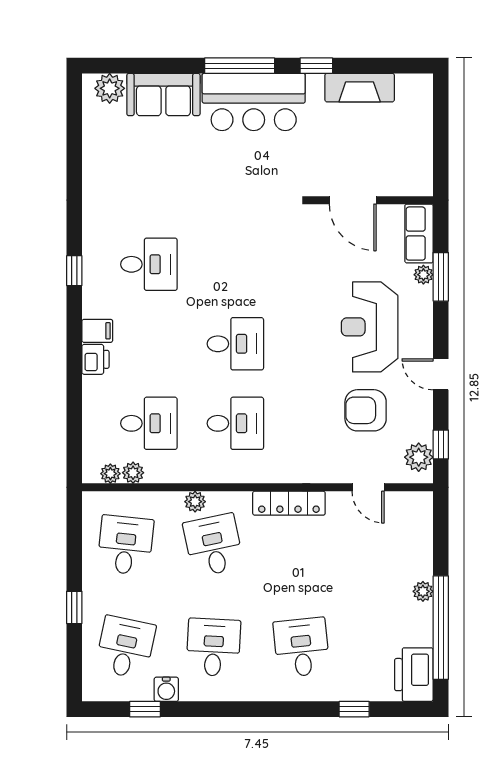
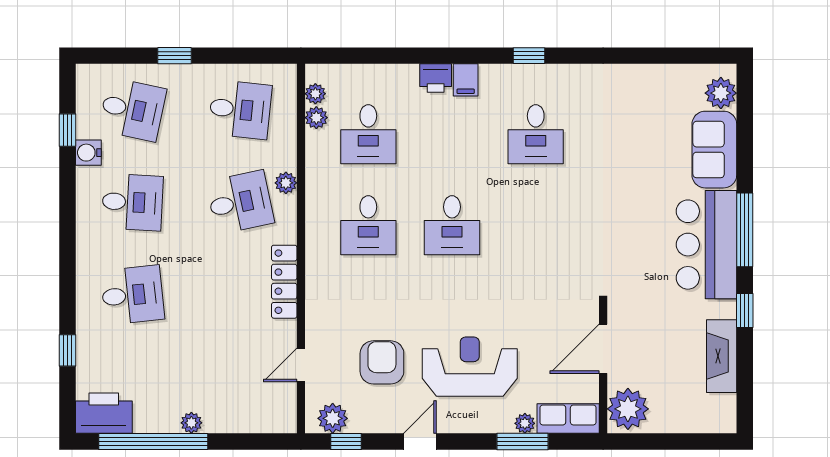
plant: (410, 177) -> (628, 409), added

